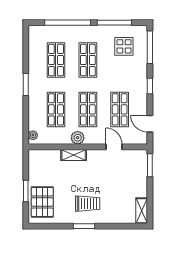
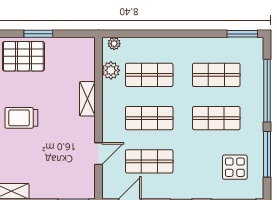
window: (26, 84) -> (242, 34), moved
plant: (78, 138) -> (111, 70), moved
trolley: (88, 204) -> (21, 118), turned 90

